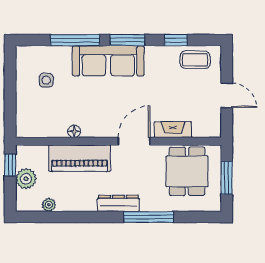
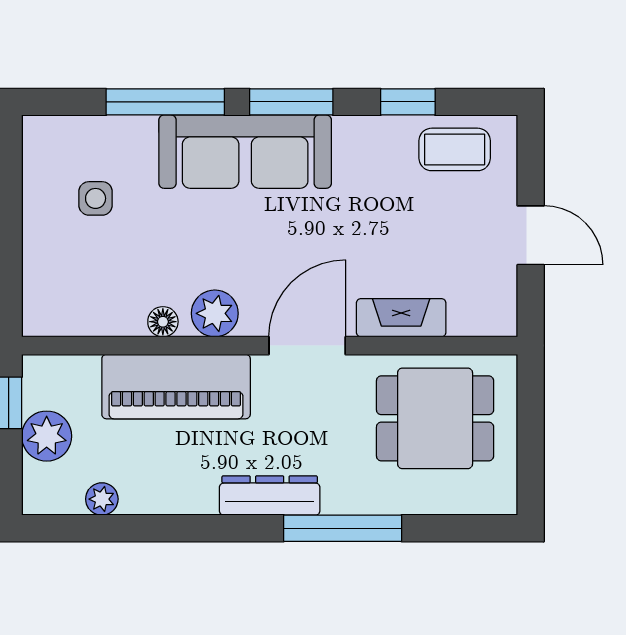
plant: (96, 128) -> (215, 313), added
dining table: (187, 171) -> (435, 418), turned 90
window: (227, 178) -> (531, 434), removed

